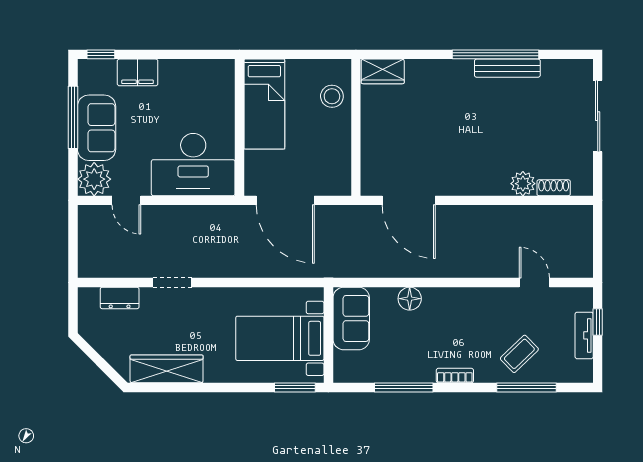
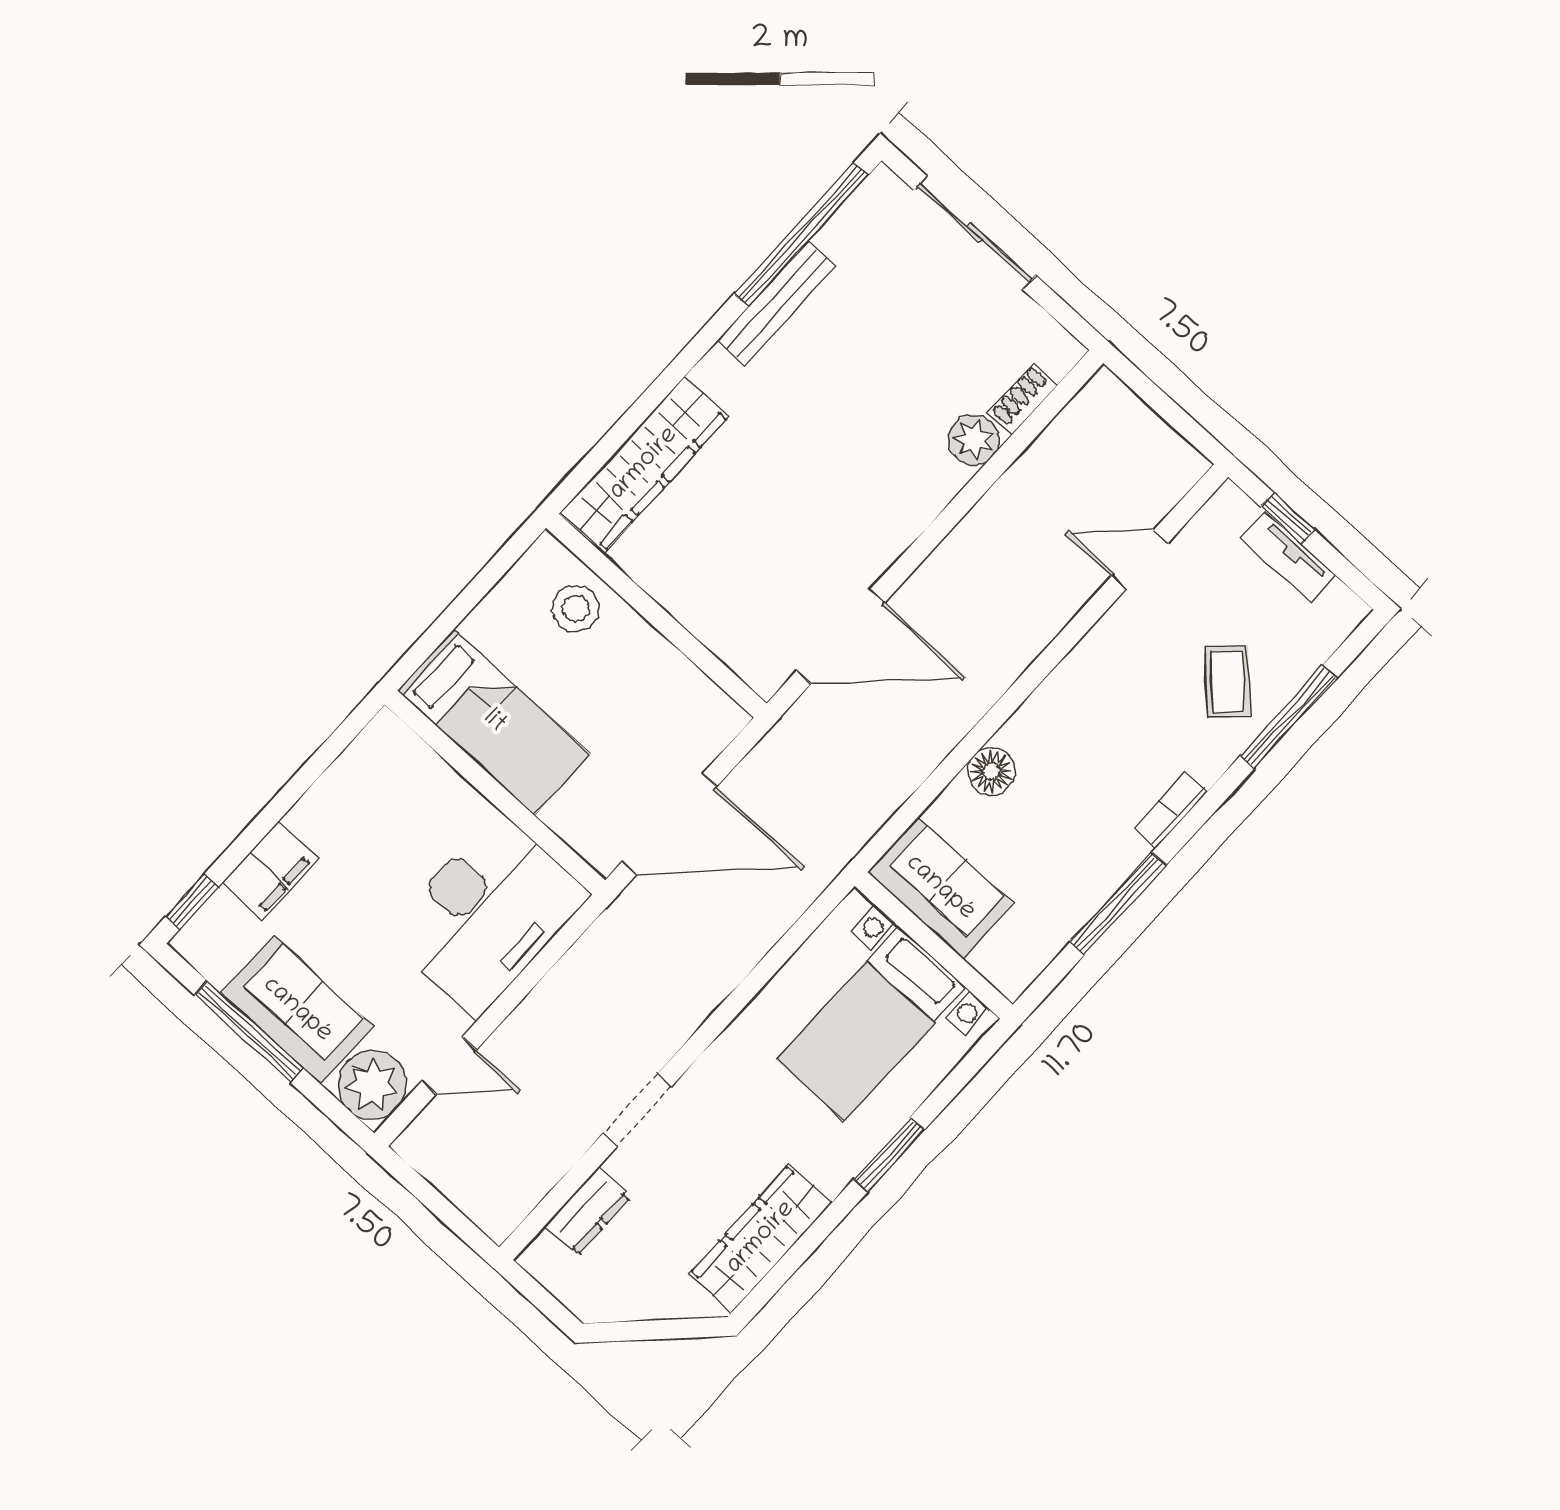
window: (495, 54) -> (801, 234), moved
wardrobe: (383, 71) -> (644, 464), width x2.10, depth x1.17
window: (295, 387) -> (889, 1154), moved

